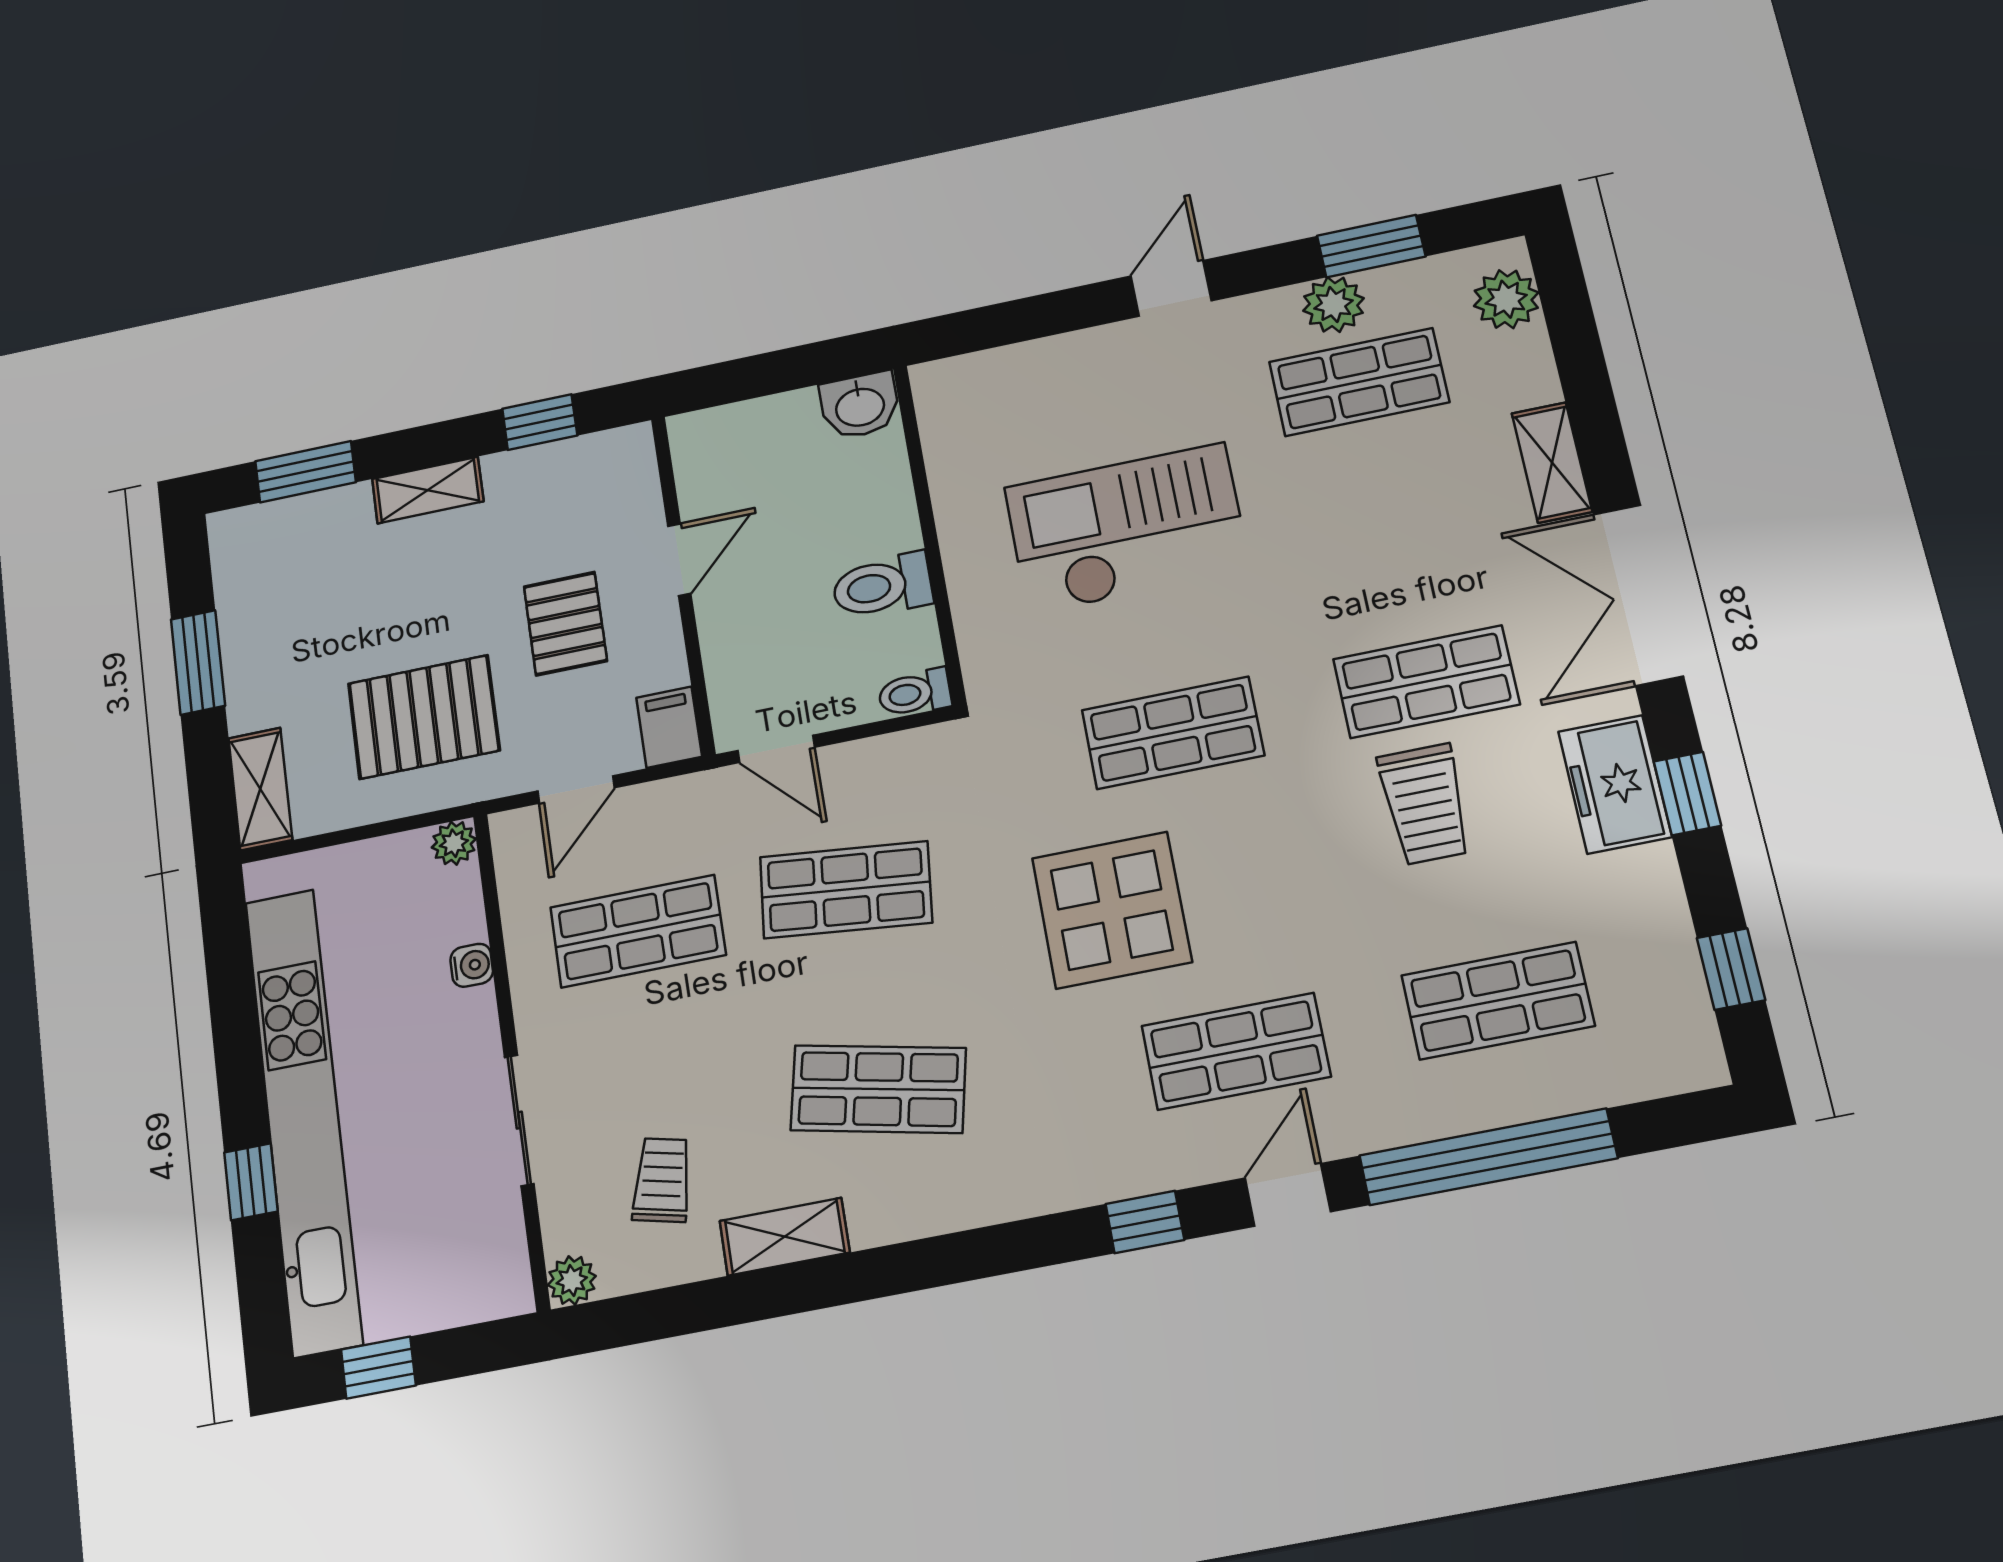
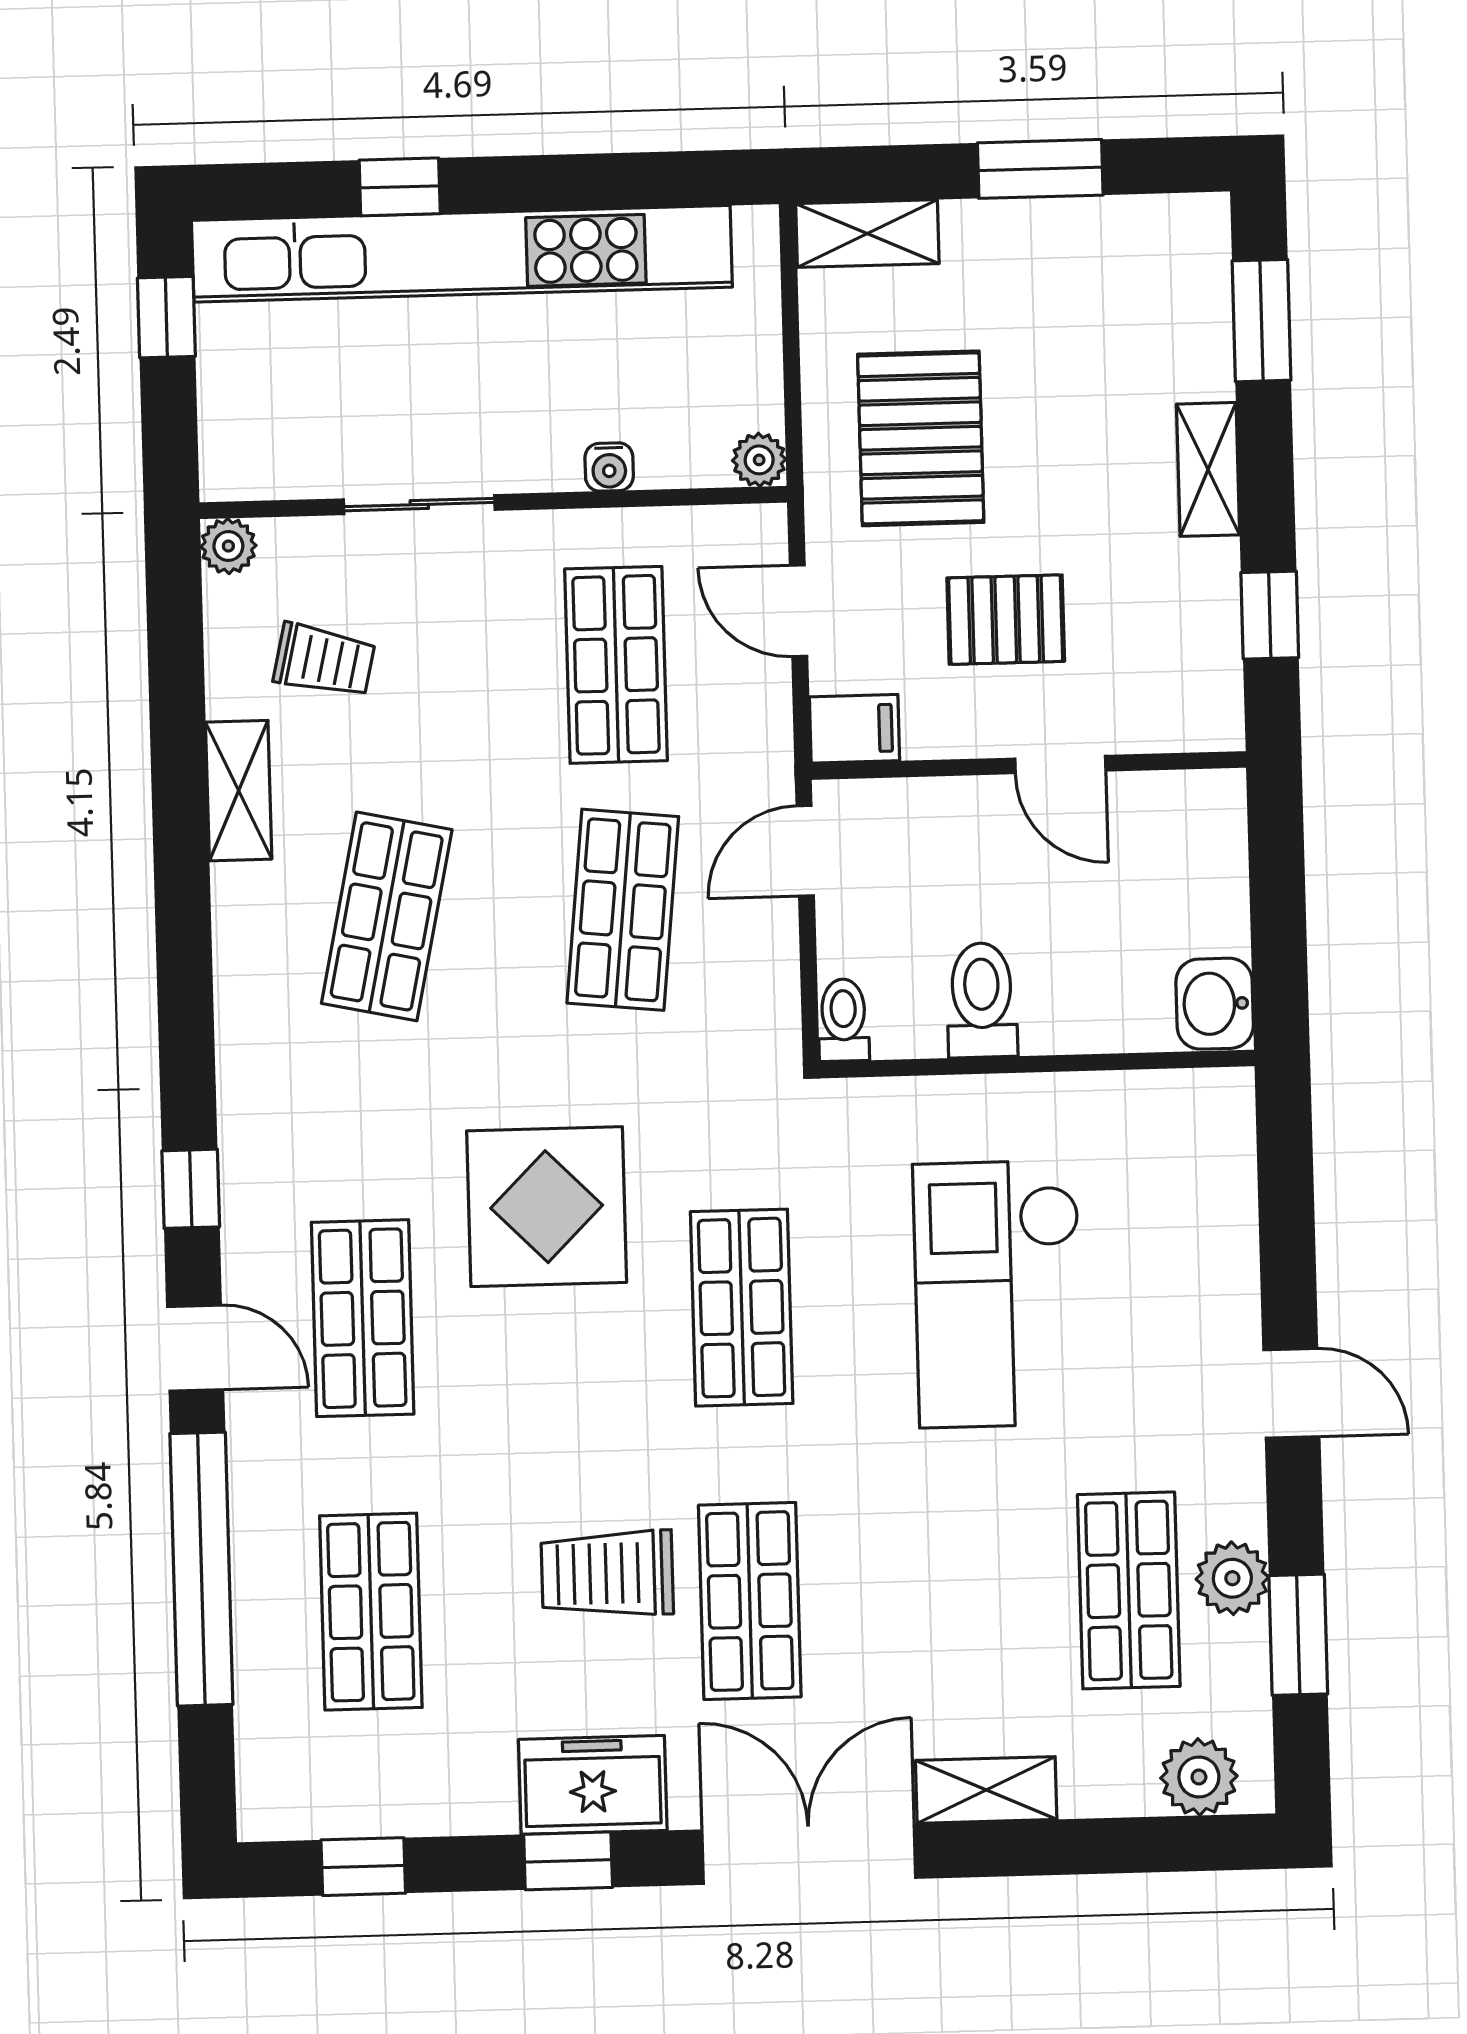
checkout: (1127, 529) -> (998, 1294), turned 180

